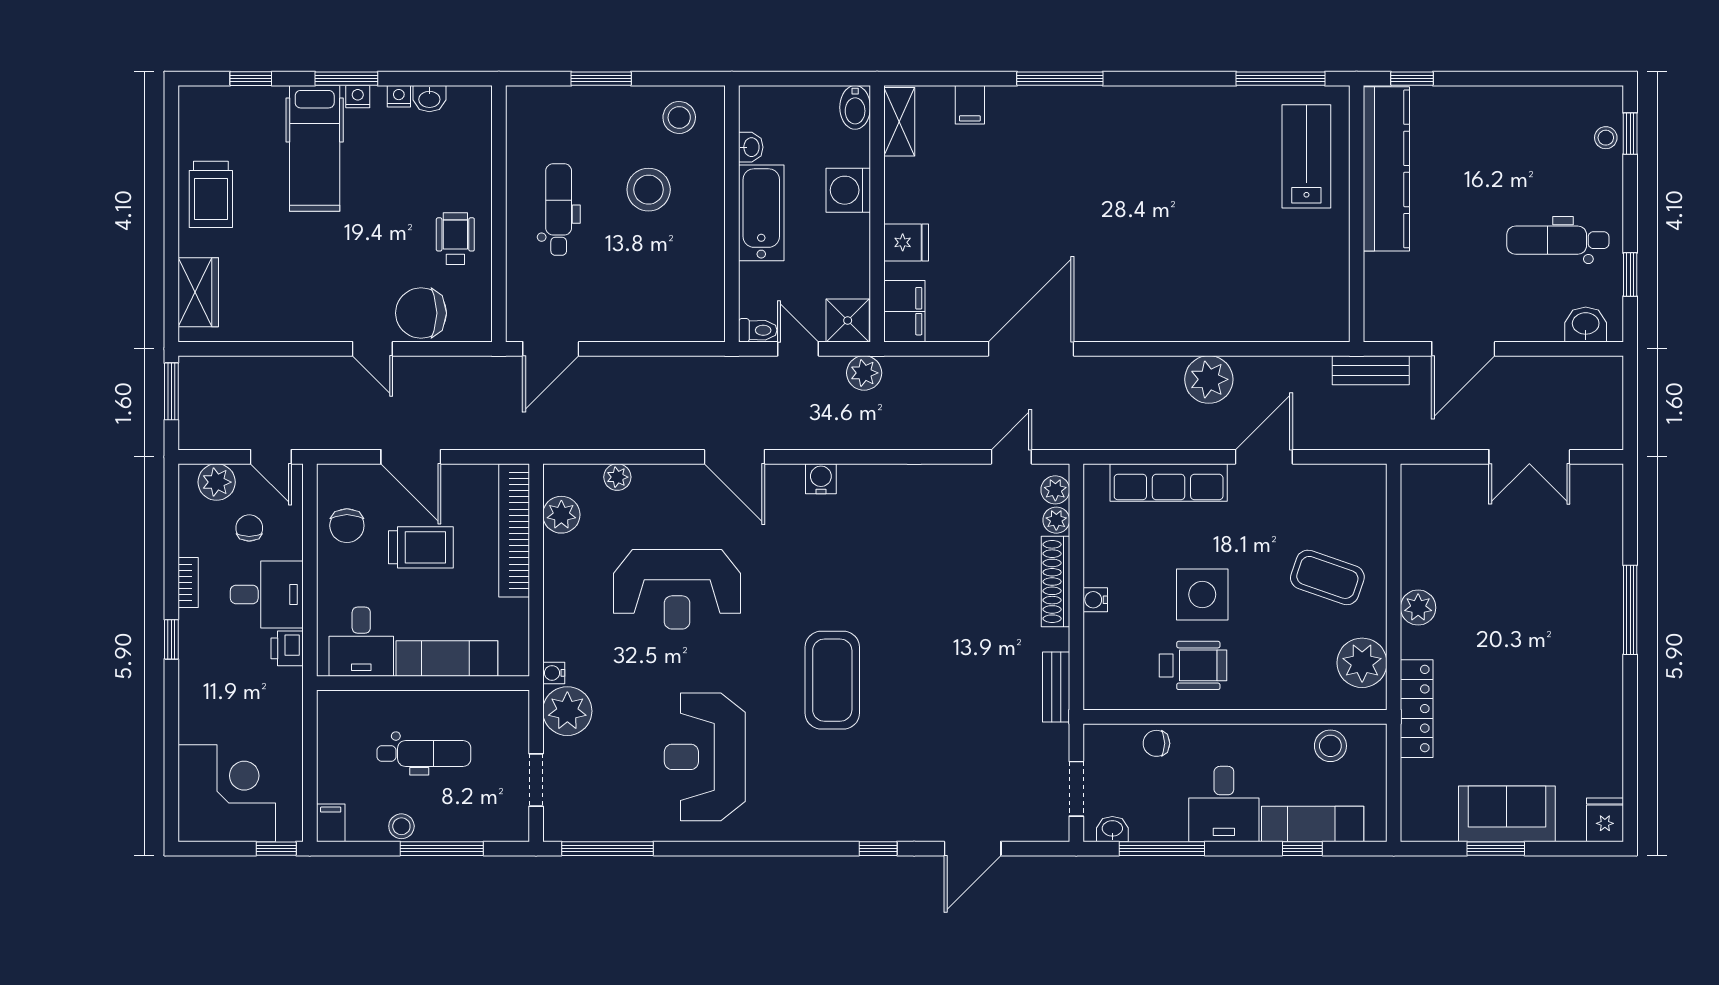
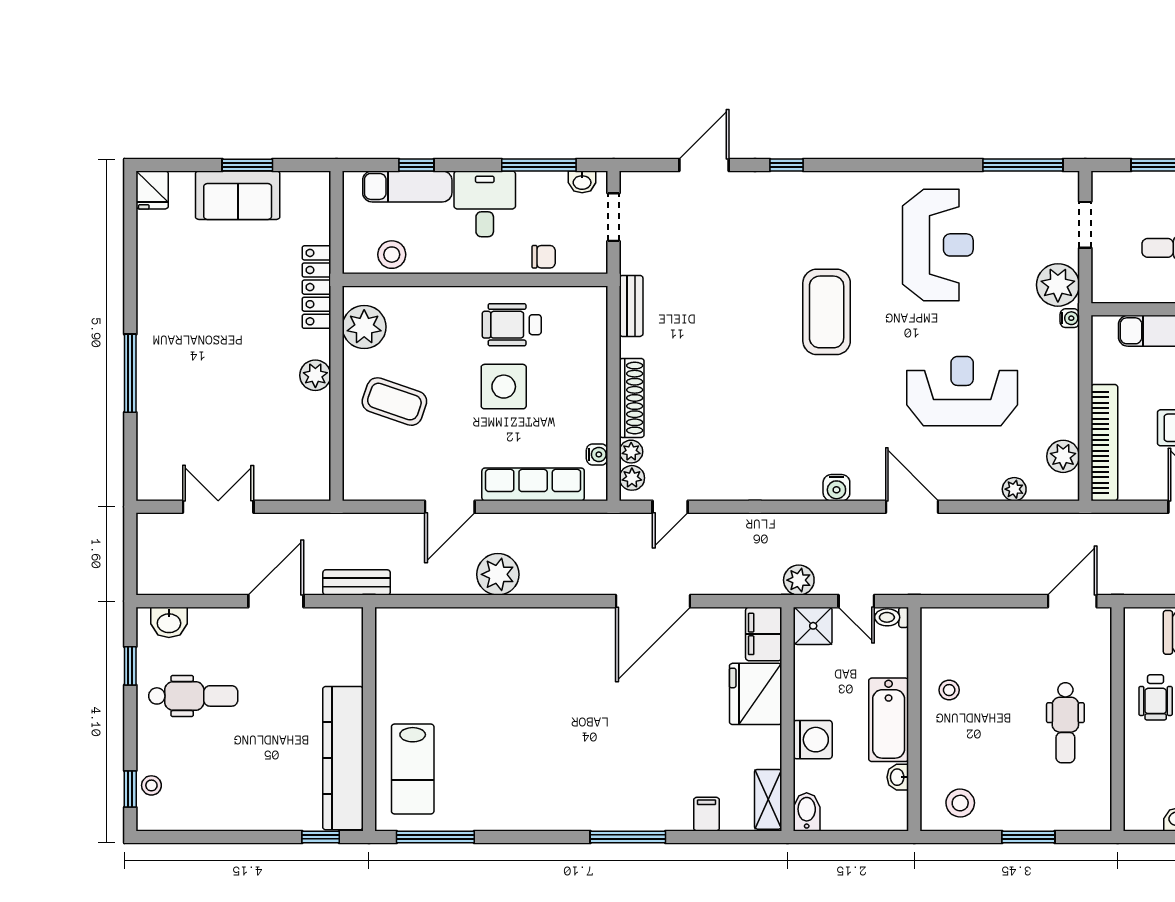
stool: (649, 190) -> (949, 690), moved, width x0.53, depth x0.53
fridge: (906, 242) -> (756, 694), width x1.88, depth x1.34
water cooler: (1095, 600) -> (597, 454), moved

